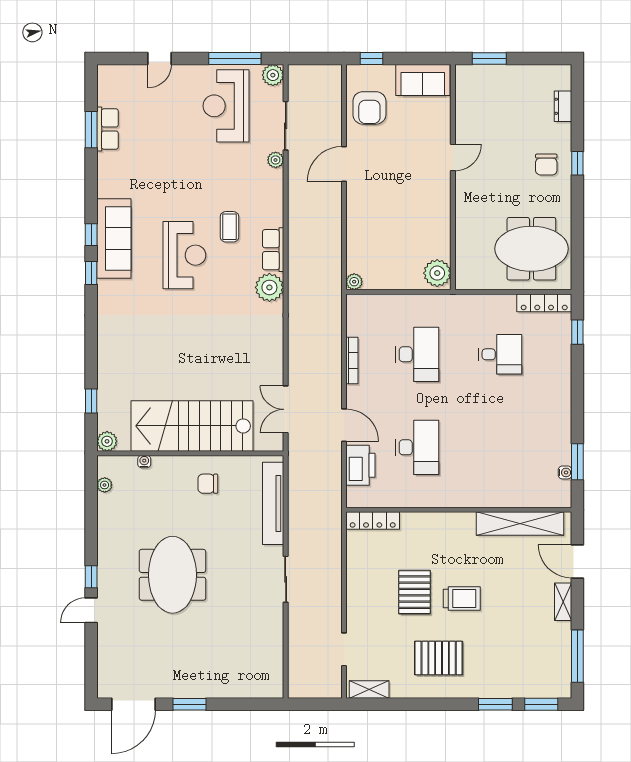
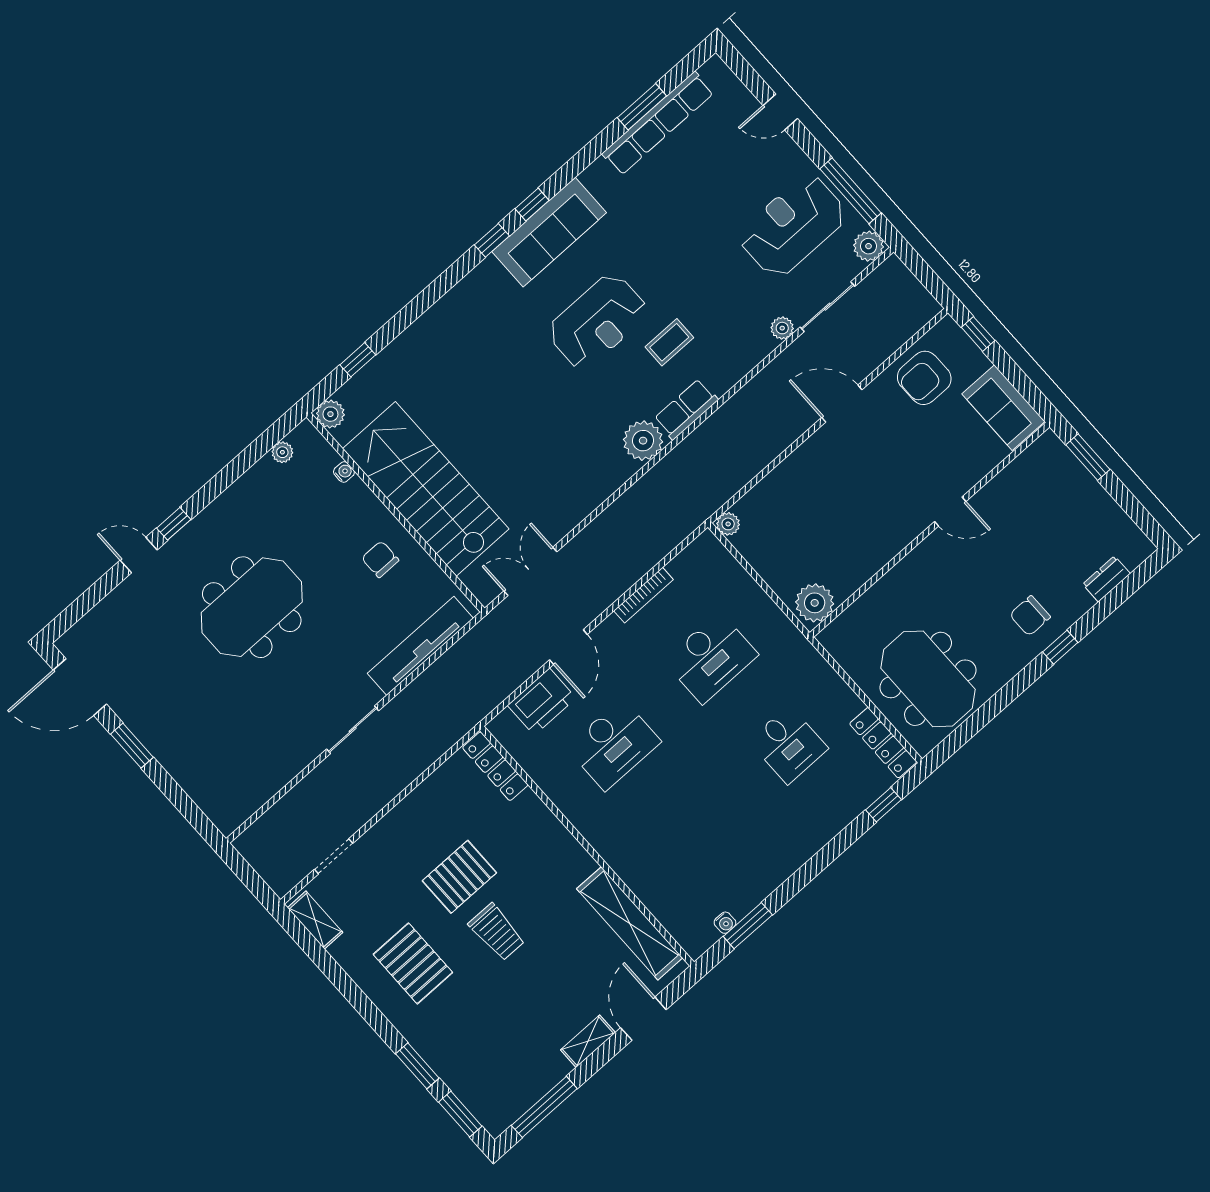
row of seats: (108, 129) -> (658, 123), width x2.02

